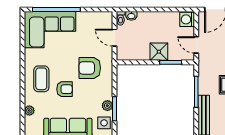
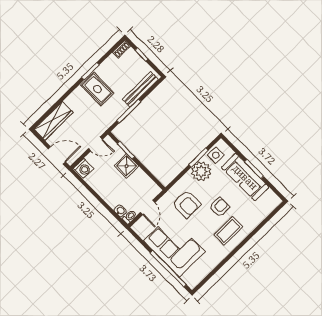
corner sofa: (50, 30) -> (174, 246), moved
door: (196, 45) -> (95, 144), hinge flipped
armchair: (64, 89) -> (220, 207), turned 90
plant: (107, 106) -> (201, 171), width x1.87, depth x1.87
plant: (29, 111) -> (259, 217), removed

